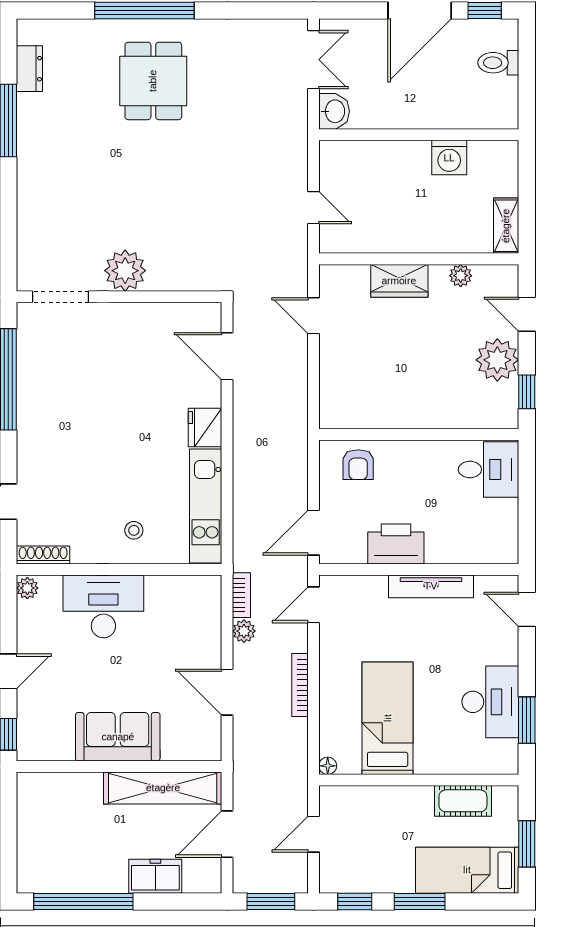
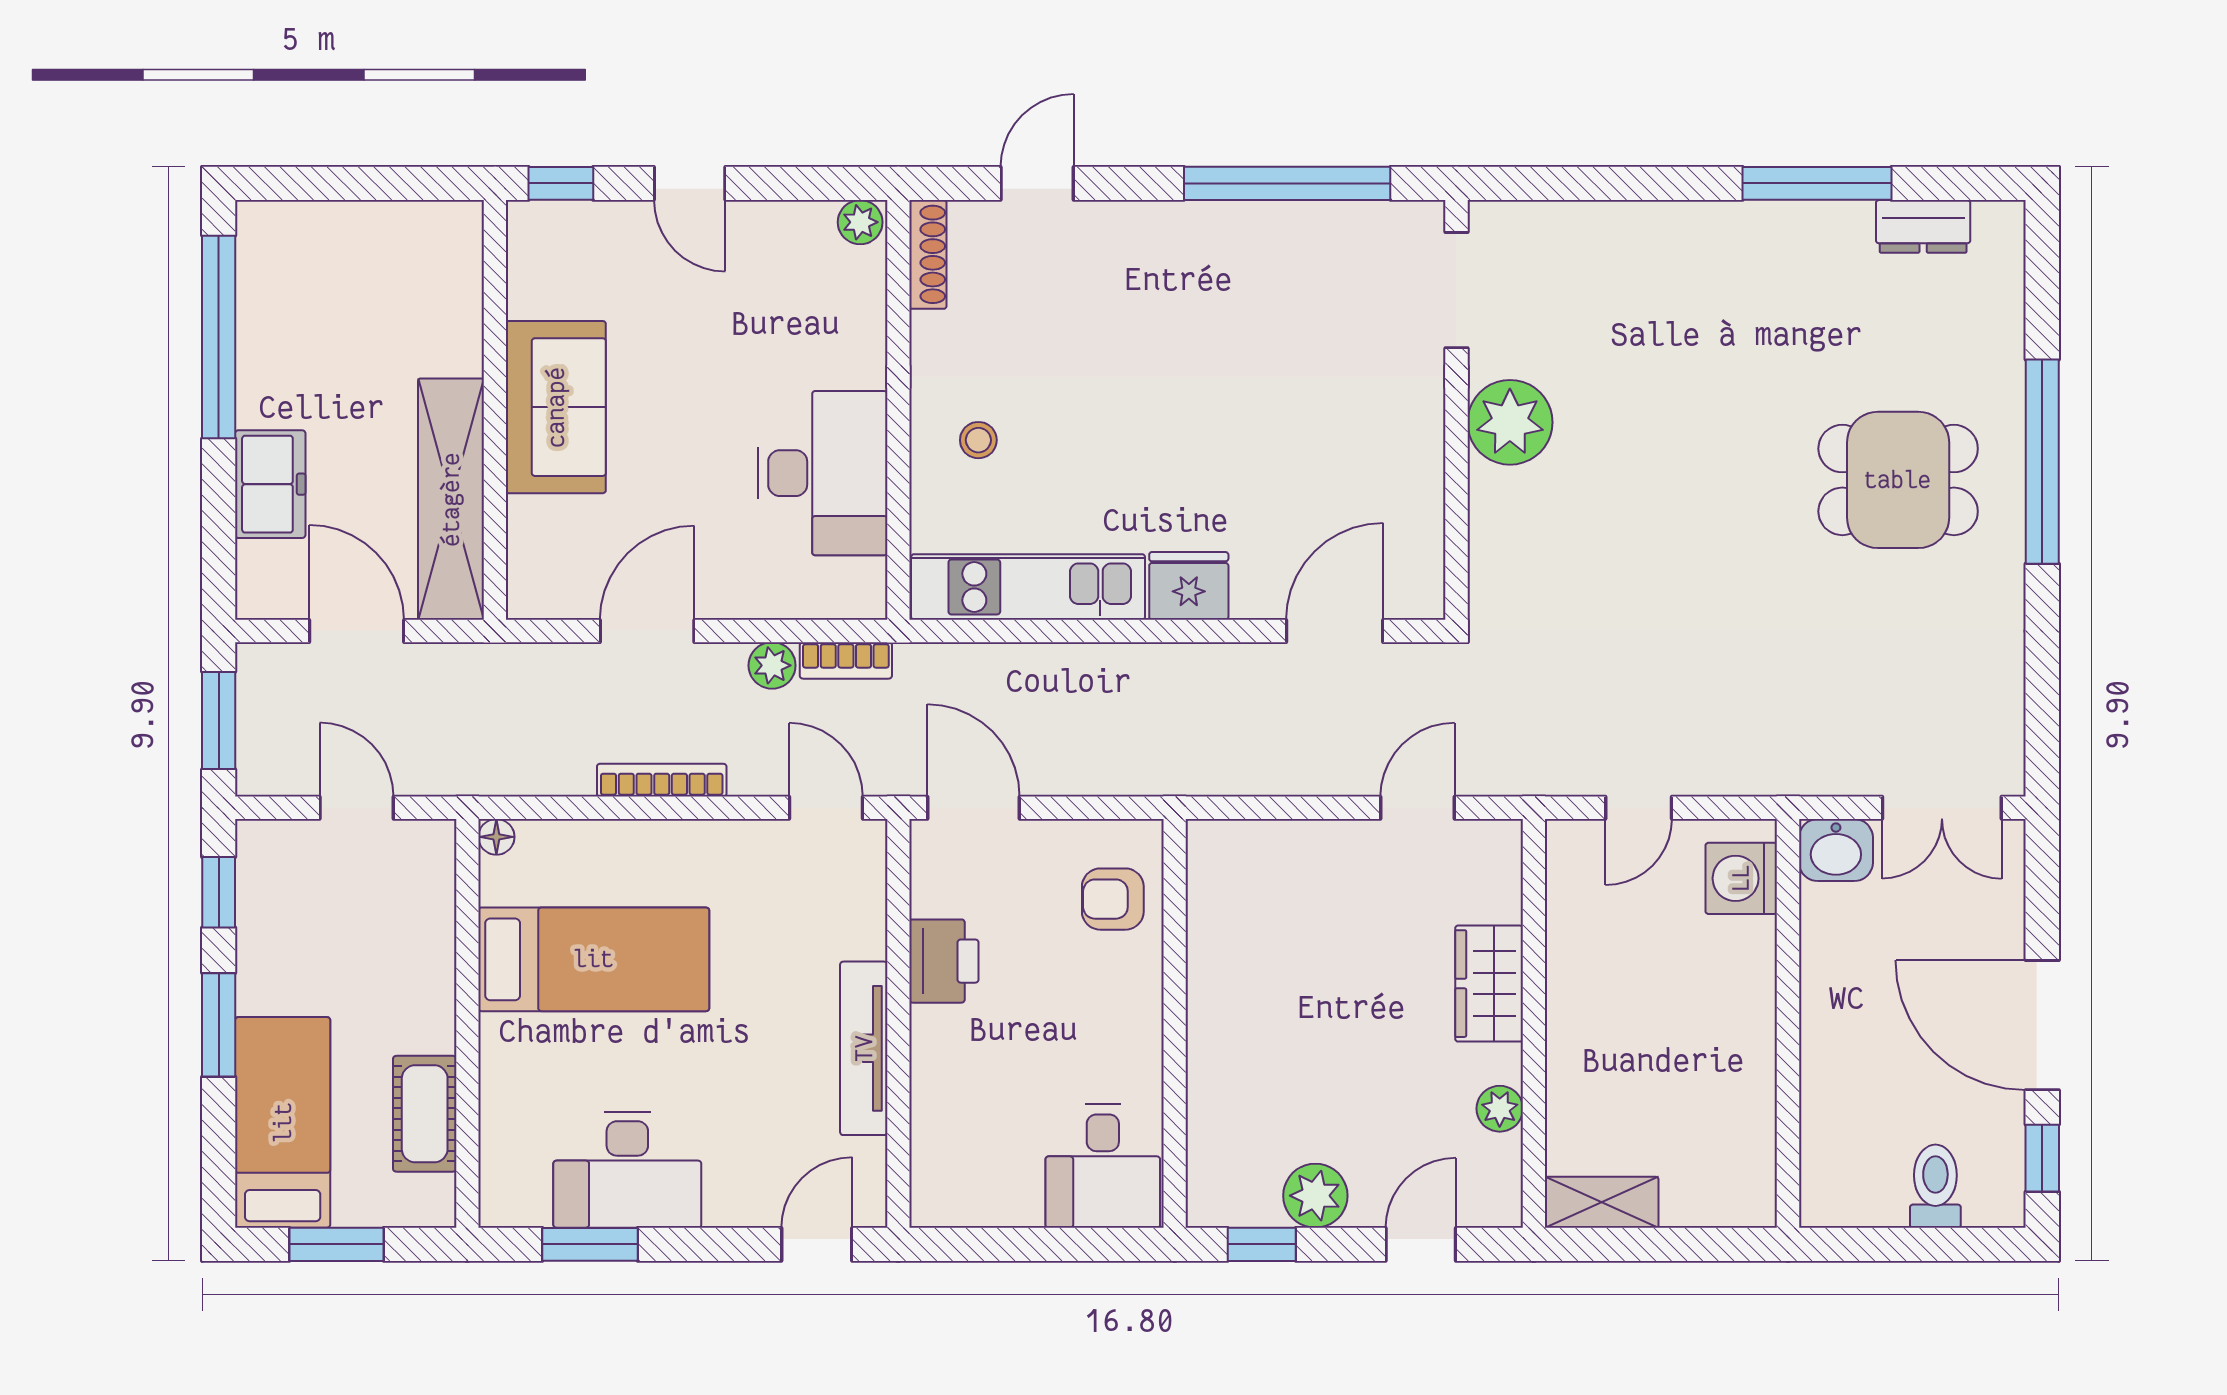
washing machine: (449, 158) -> (1741, 878), moved
plant: (497, 360) -> (1315, 1196), width x0.73, depth x0.73
printer: (396, 544) -> (944, 961), width x0.73, depth x0.84
desk: (103, 606) -> (823, 473), moved

